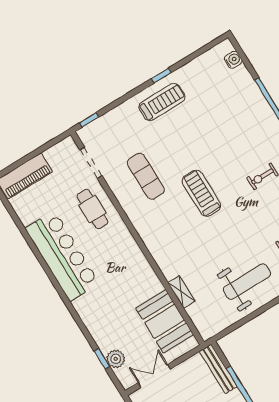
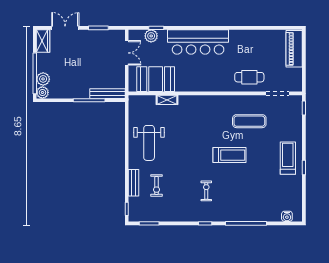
treadmill: (162, 102) -> (288, 158), turned 180
treadmill: (201, 193) -> (230, 155), moved
bar counter: (62, 256) -> (198, 42), moved

